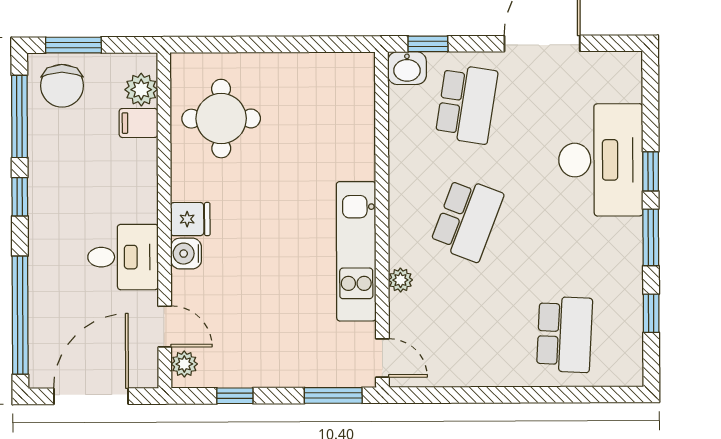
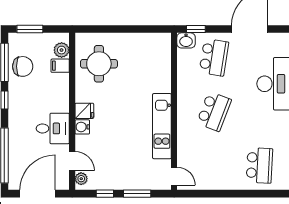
chair: (62, 86) -> (23, 66), moved, turned -90
plant: (400, 280) -> (183, 140), removed
window: (333, 395) -> (137, 194), moved

